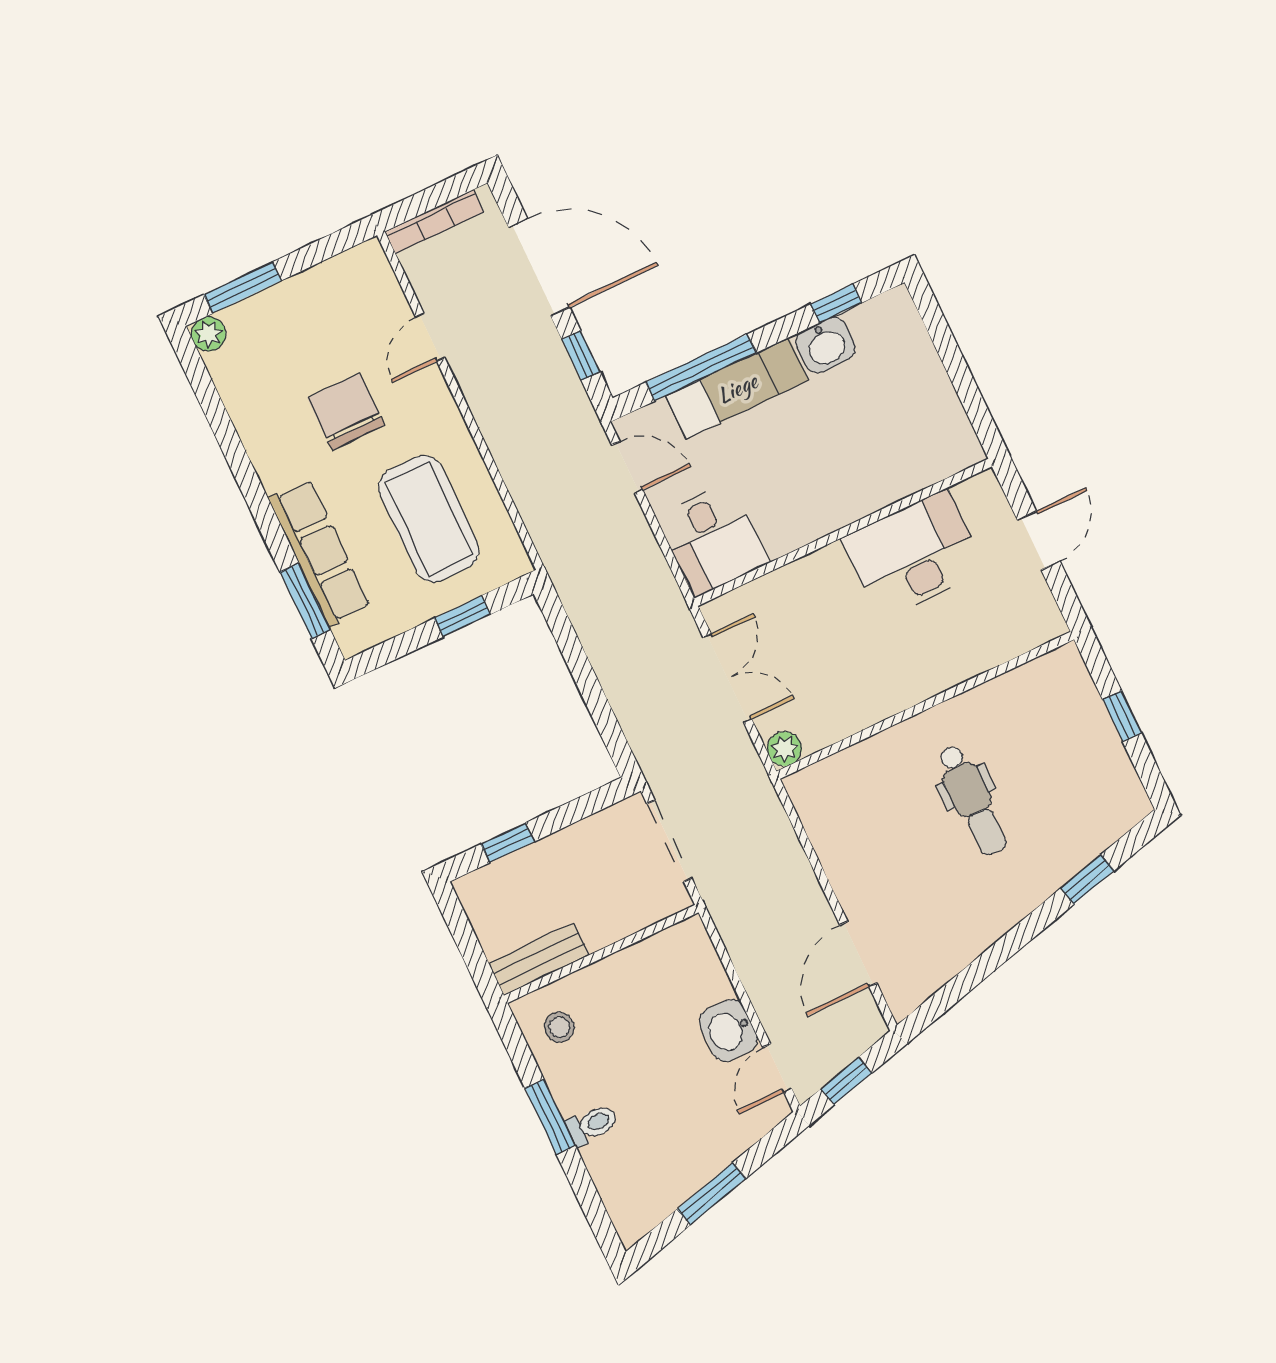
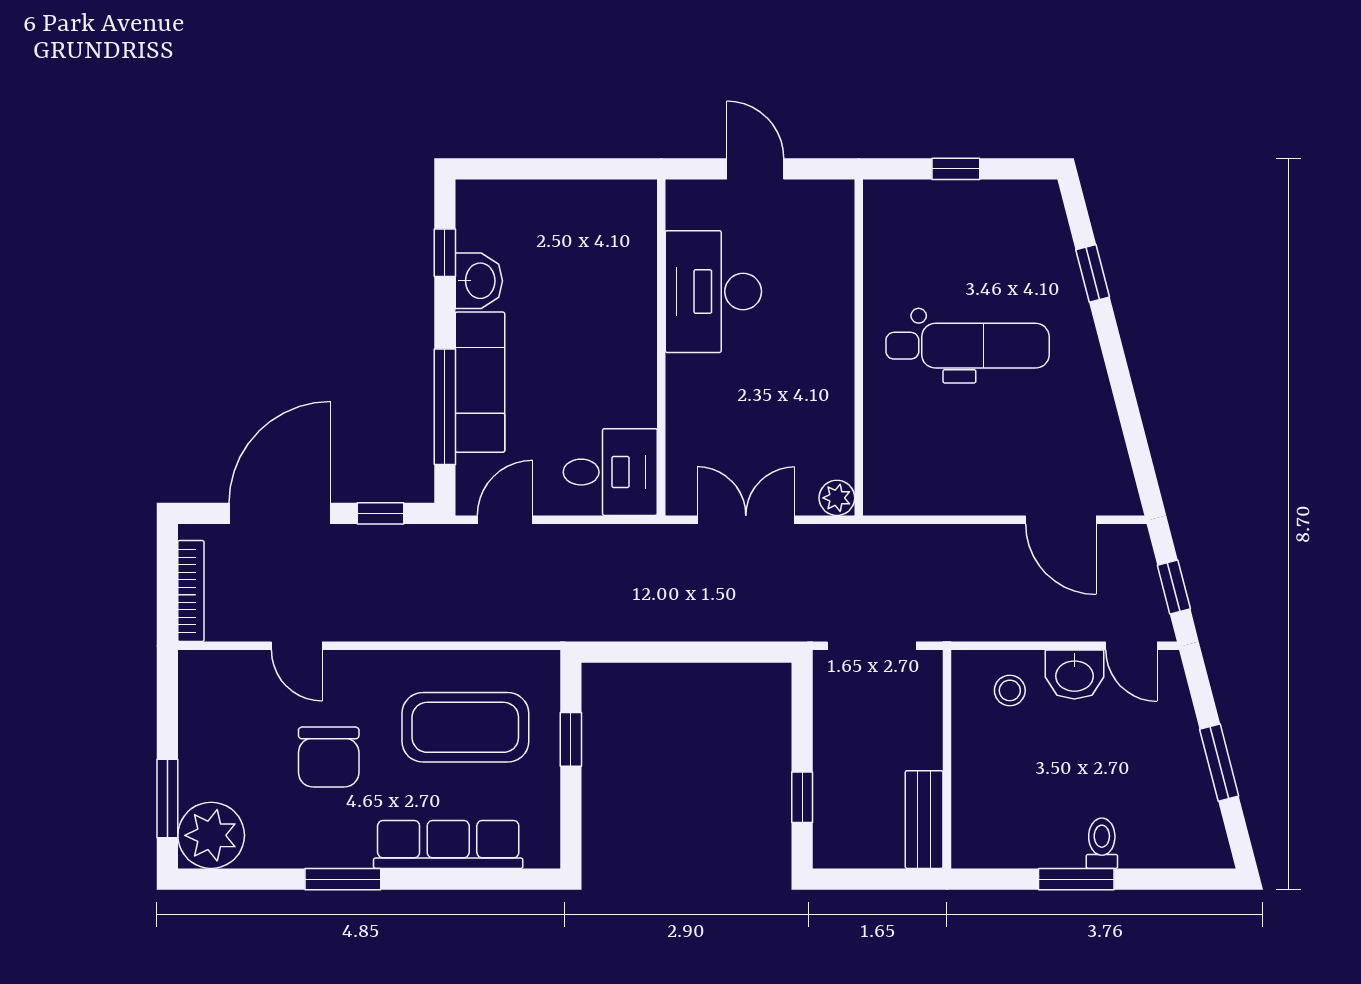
plant: (209, 334) -> (211, 835), width x1.87, depth x1.87
chair: (346, 412) -> (329, 757), turned -90
window: (305, 601) -> (343, 879), moved
dental chair: (972, 800) -> (968, 346), width x1.36, depth x1.38
stool: (559, 1027) -> (1010, 690), moved

